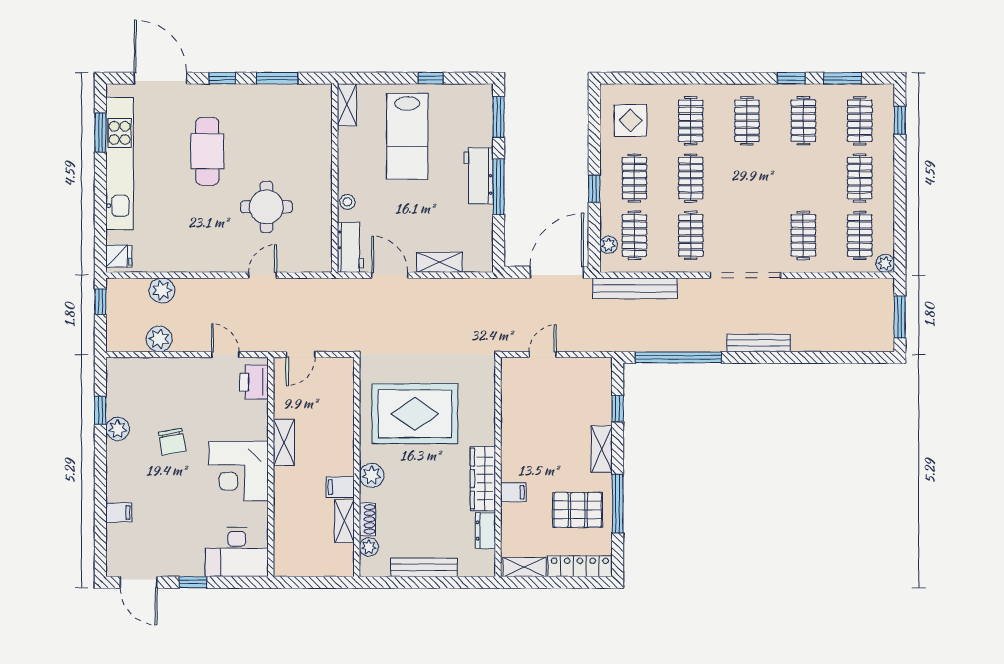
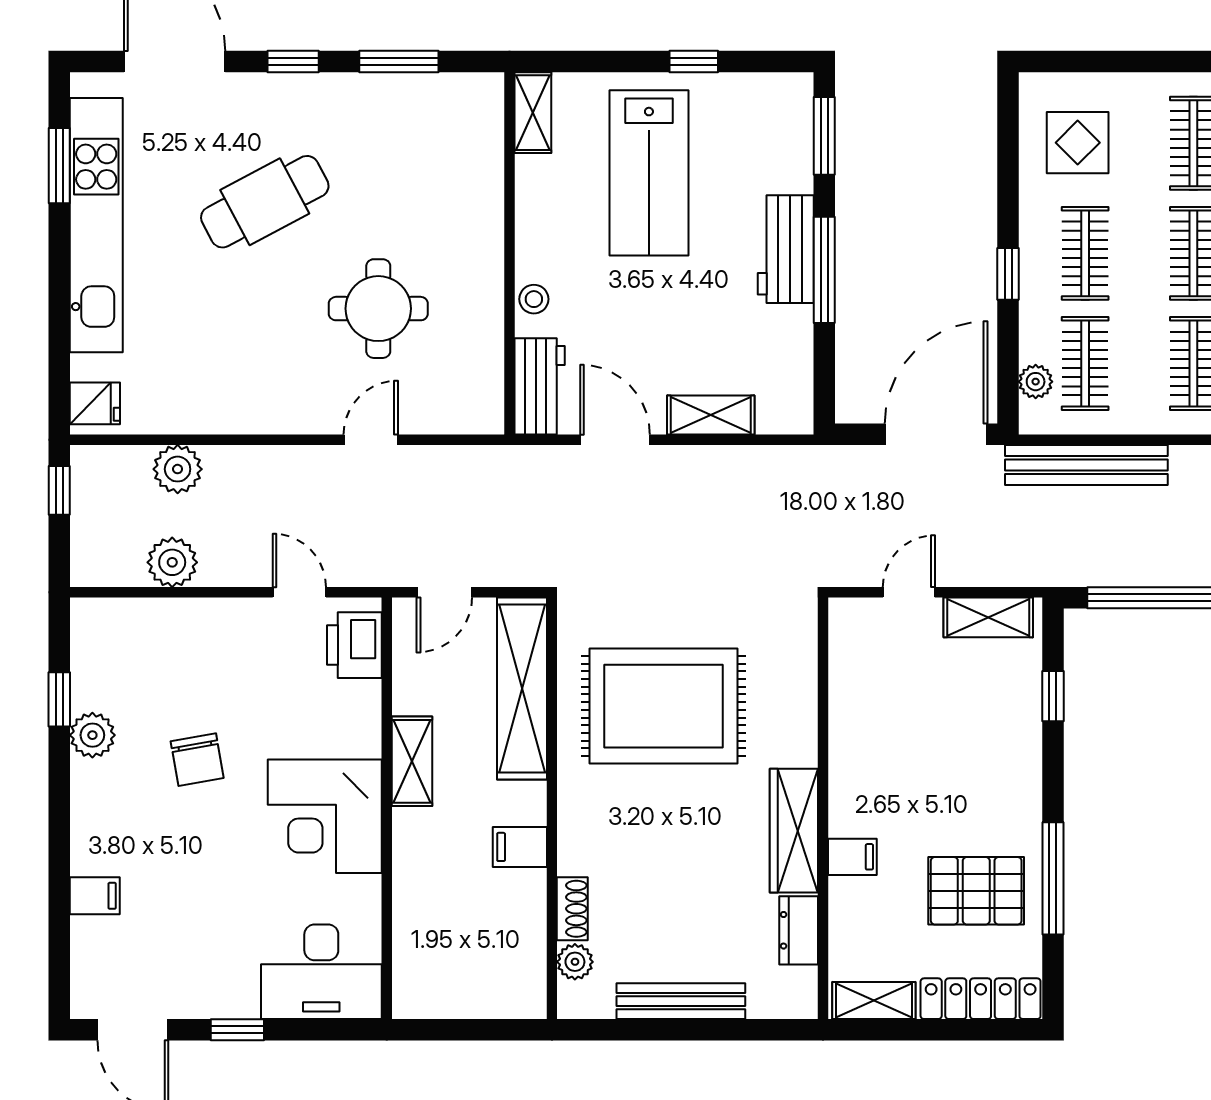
cafe table: (207, 151) -> (265, 202), turned 62
shelving: (602, 449) -> (988, 617), moved, turned 90
plant: (372, 475) -> (580, 824), removed
shelving: (344, 521) -> (522, 689), moved, width x2.20, depth x1.33

